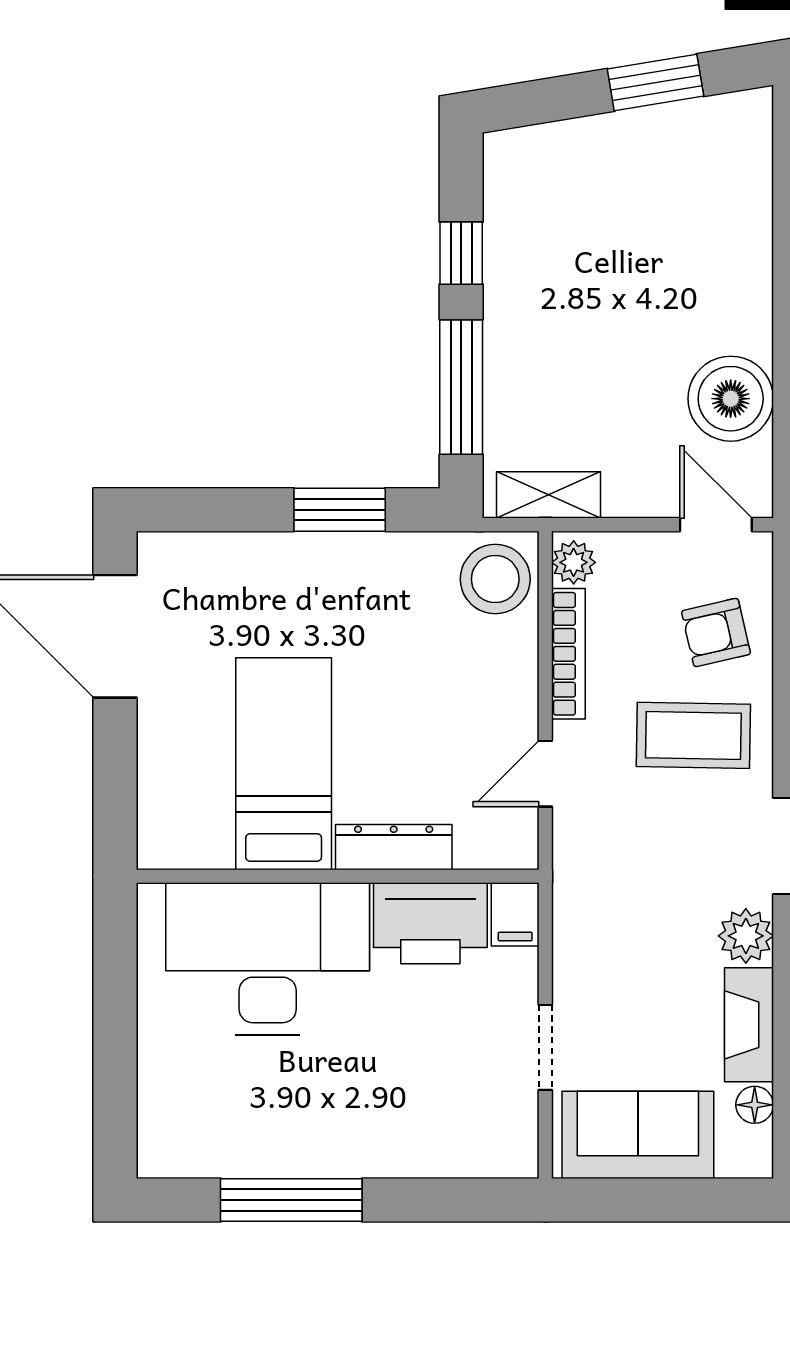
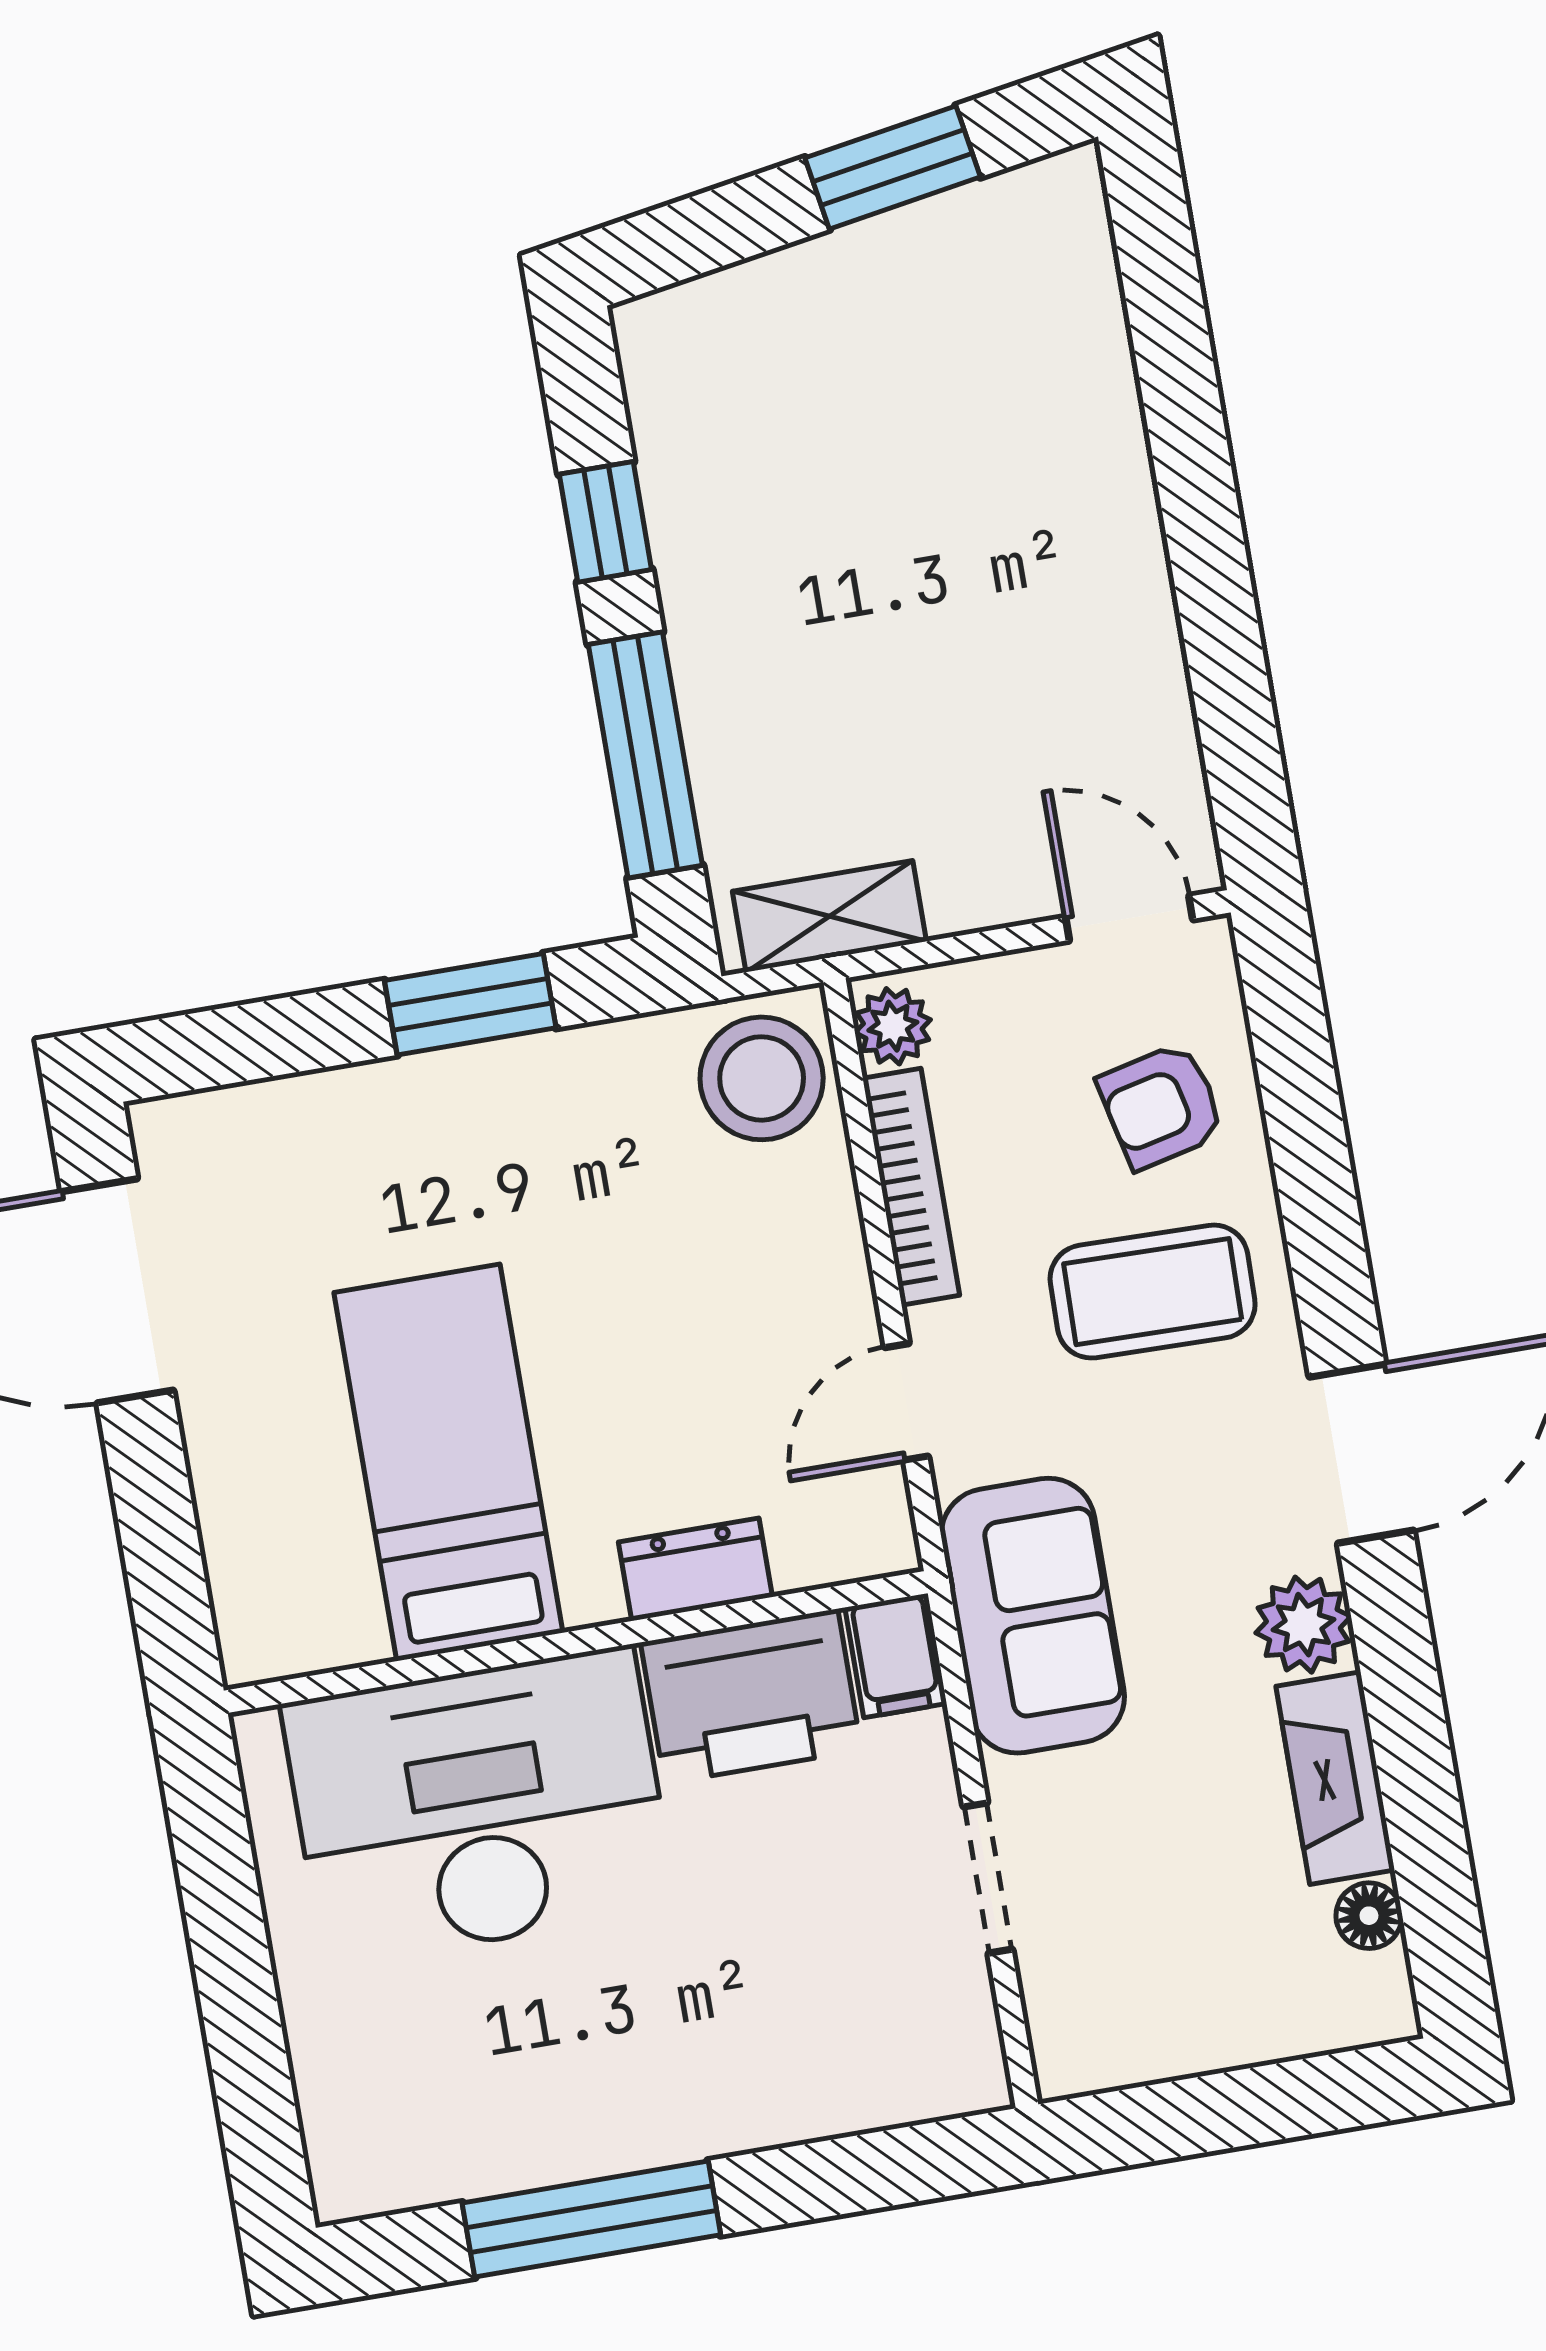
boiler: (731, 399) -> (1117, 695), removed
dresser: (394, 847) -> (695, 1569), width x0.70
sofa: (638, 1135) -> (1033, 1616), moved, turned 90

